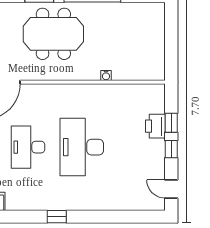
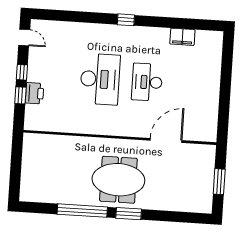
water cooler: (106, 75) -> (75, 140), removed
desk: (28, 147) -> (147, 82), turned 180

